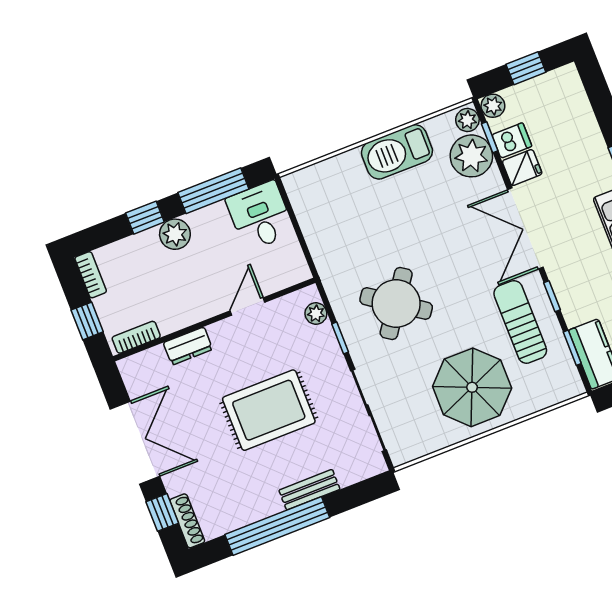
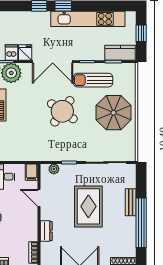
filing cabinet: (293, 272) -> (31, 172), added
round table: (396, 303) -> (62, 111), moved

